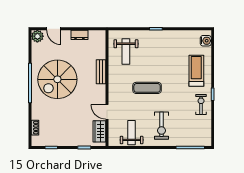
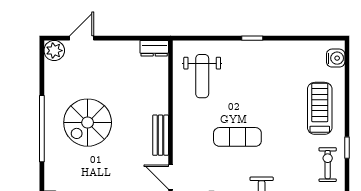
door: (54, 29) -> (82, 38), swing flipped
dresser: (79, 35) -> (154, 48), moved
bench: (101, 72) -> (161, 135), moved
spiral stairs: (57, 79) -> (88, 123), width x0.73, depth x0.73

